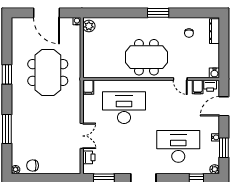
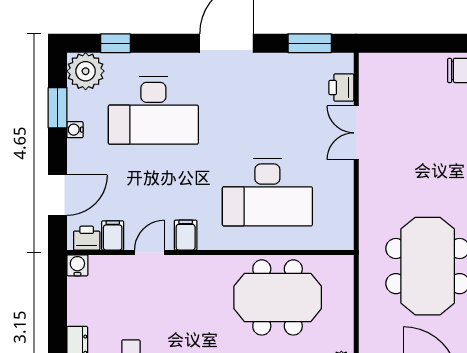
meeting table: (146, 57) -> (278, 297), moved
door: (180, 79) -> (149, 252), hinge flipped
filing cabinet: (88, 87) -> (186, 235), moved
plant: (215, 169) -> (86, 71), width x1.88, depth x1.88

